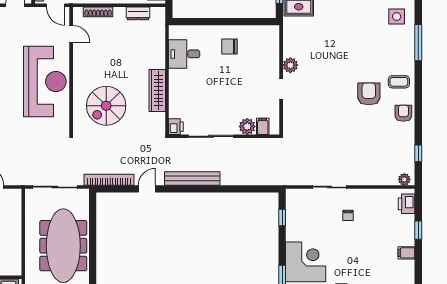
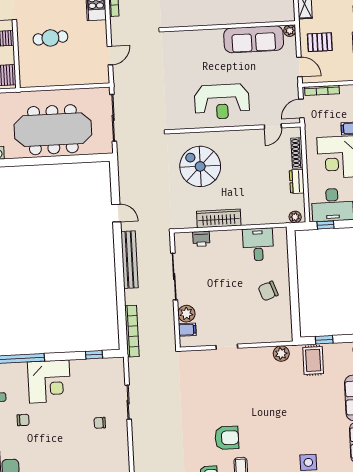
dresser: (138, 13) -> (297, 181), moved
plant: (160, 17) -> (295, 217), added
chair: (230, 47) -> (268, 291), turned -110
plant: (290, 65) -> (281, 354), moved
reception desk: (45, 82) -> (222, 102), width x0.74, depth x0.77
printer: (176, 127) -> (201, 239), moved
bookcase: (109, 180) -> (132, 331), moved

